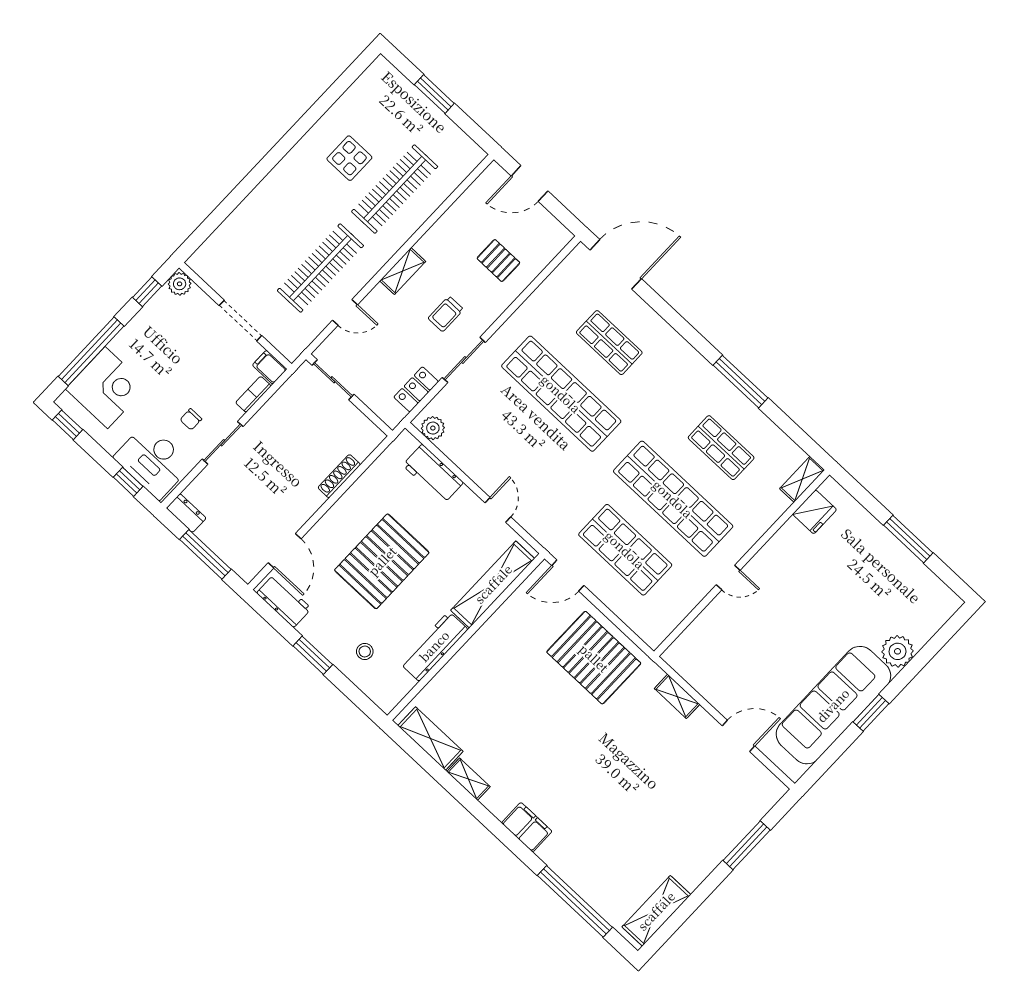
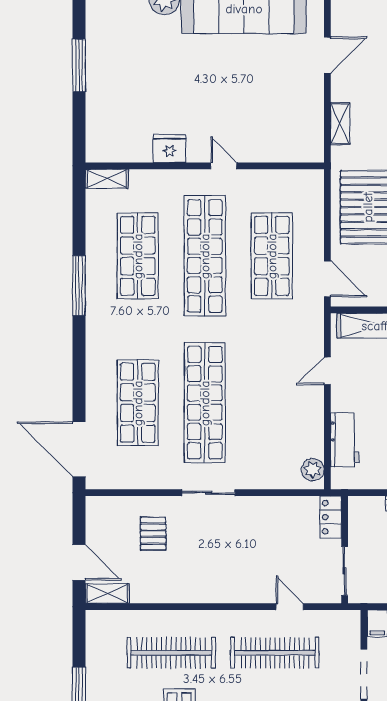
shelving: (403, 271) -> (107, 594), moved
trolley: (446, 314) -> (225, 535), removed
shop shelf: (609, 343) -> (138, 403), width x1.43, depth x1.36
sliding door: (464, 360) -> (209, 493), moved
locker: (416, 389) -> (331, 517), moved, turned 90
shop shelf: (721, 448) -> (138, 256), width x1.43, depth x1.36
fridge: (815, 512) -> (169, 149), moved
door: (738, 736) -> (327, 55), swing flipped

